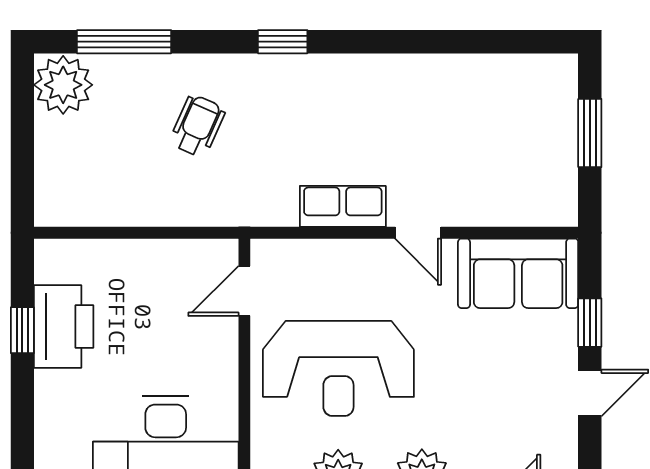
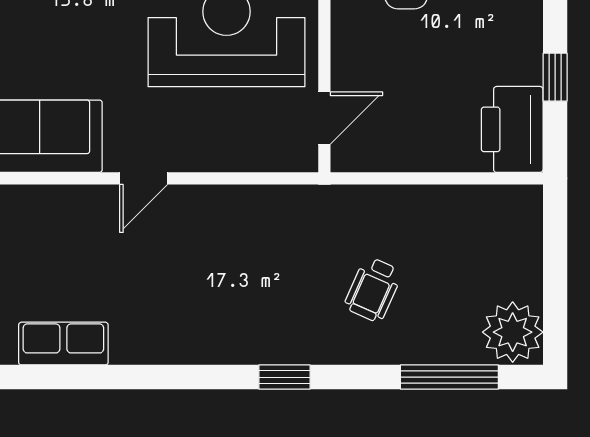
row of seats: (343, 206) -> (63, 344), moved, turned 180
door: (418, 233) -> (144, 178), swing flipped
printer: (64, 326) -> (512, 129), moved

